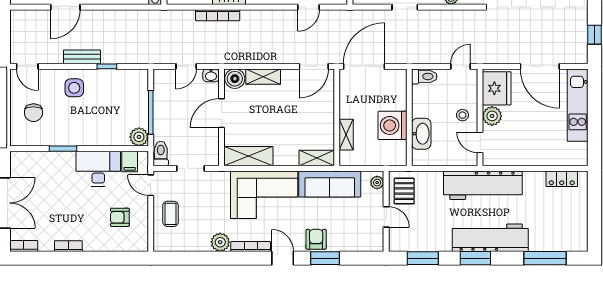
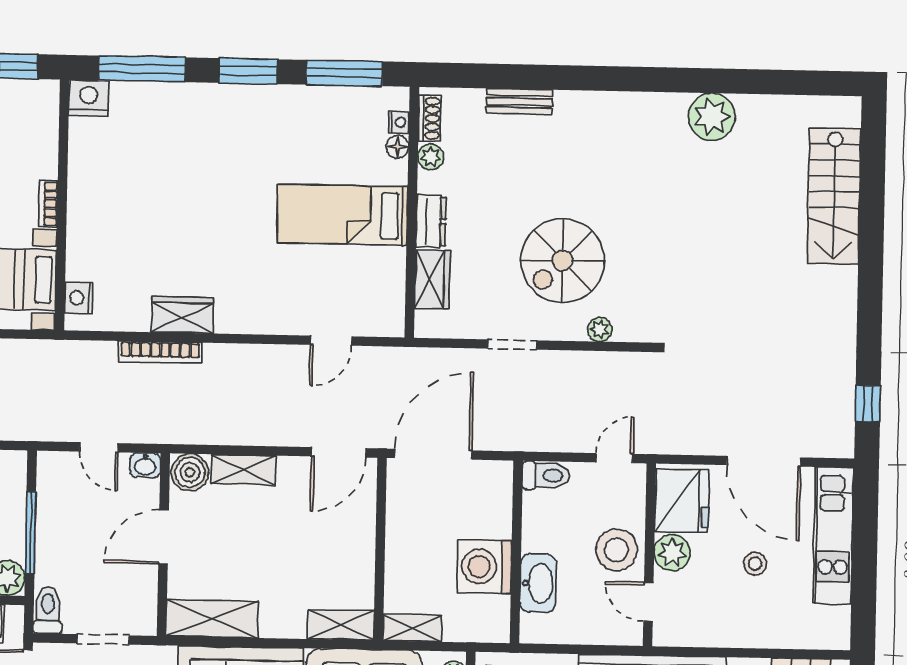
door: (186, 66) -> (99, 447), hinge flipped
stool: (462, 115) -> (616, 550), width x1.89, depth x1.89
stool: (536, 121) -> (755, 564), added
shelving: (346, 135) -> (412, 628), moved, turned 90

